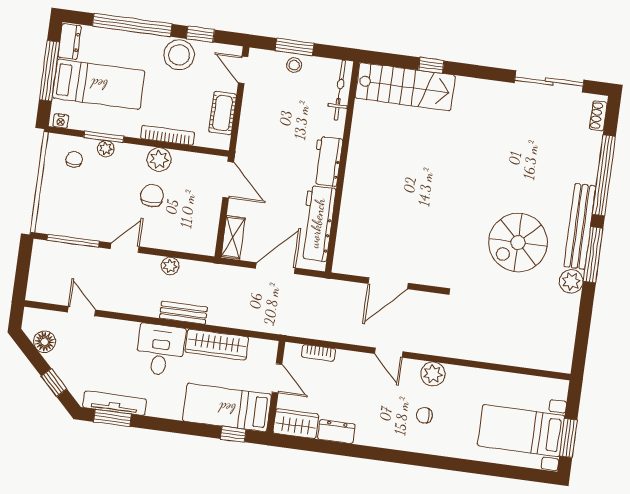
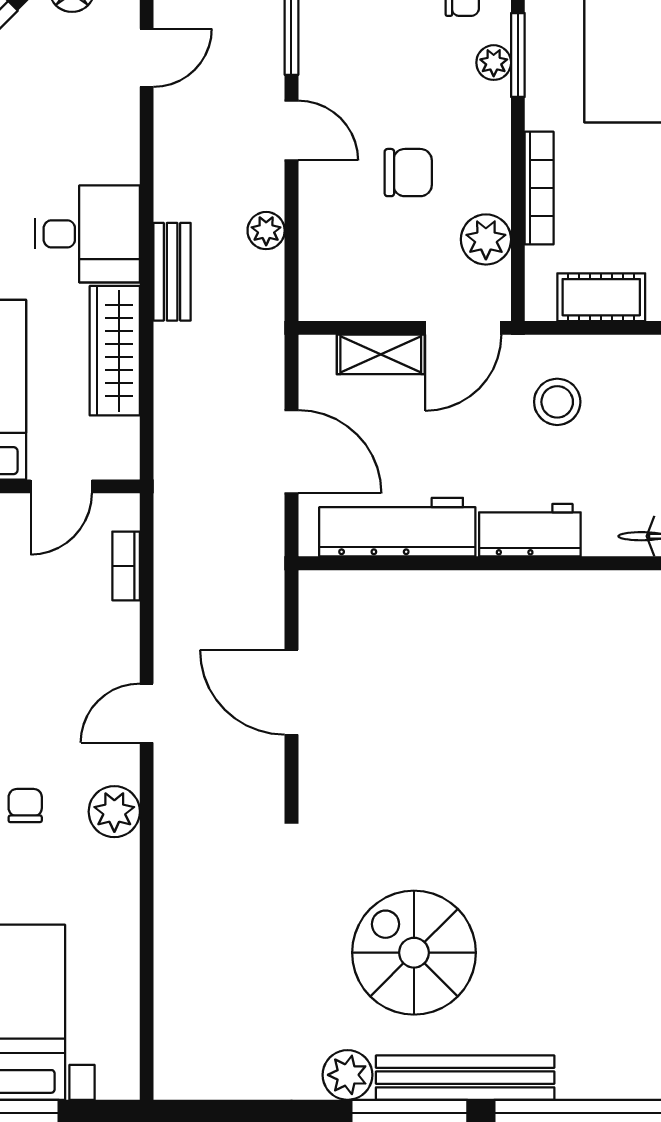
stool: (269, 140) -> (557, 402), added
plant: (159, 160) -> (486, 239), moved
shelving: (233, 237) -> (381, 354), moved

